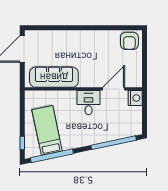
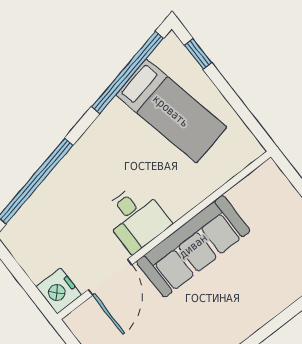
sofa: (54, 77) -> (193, 246), moved

